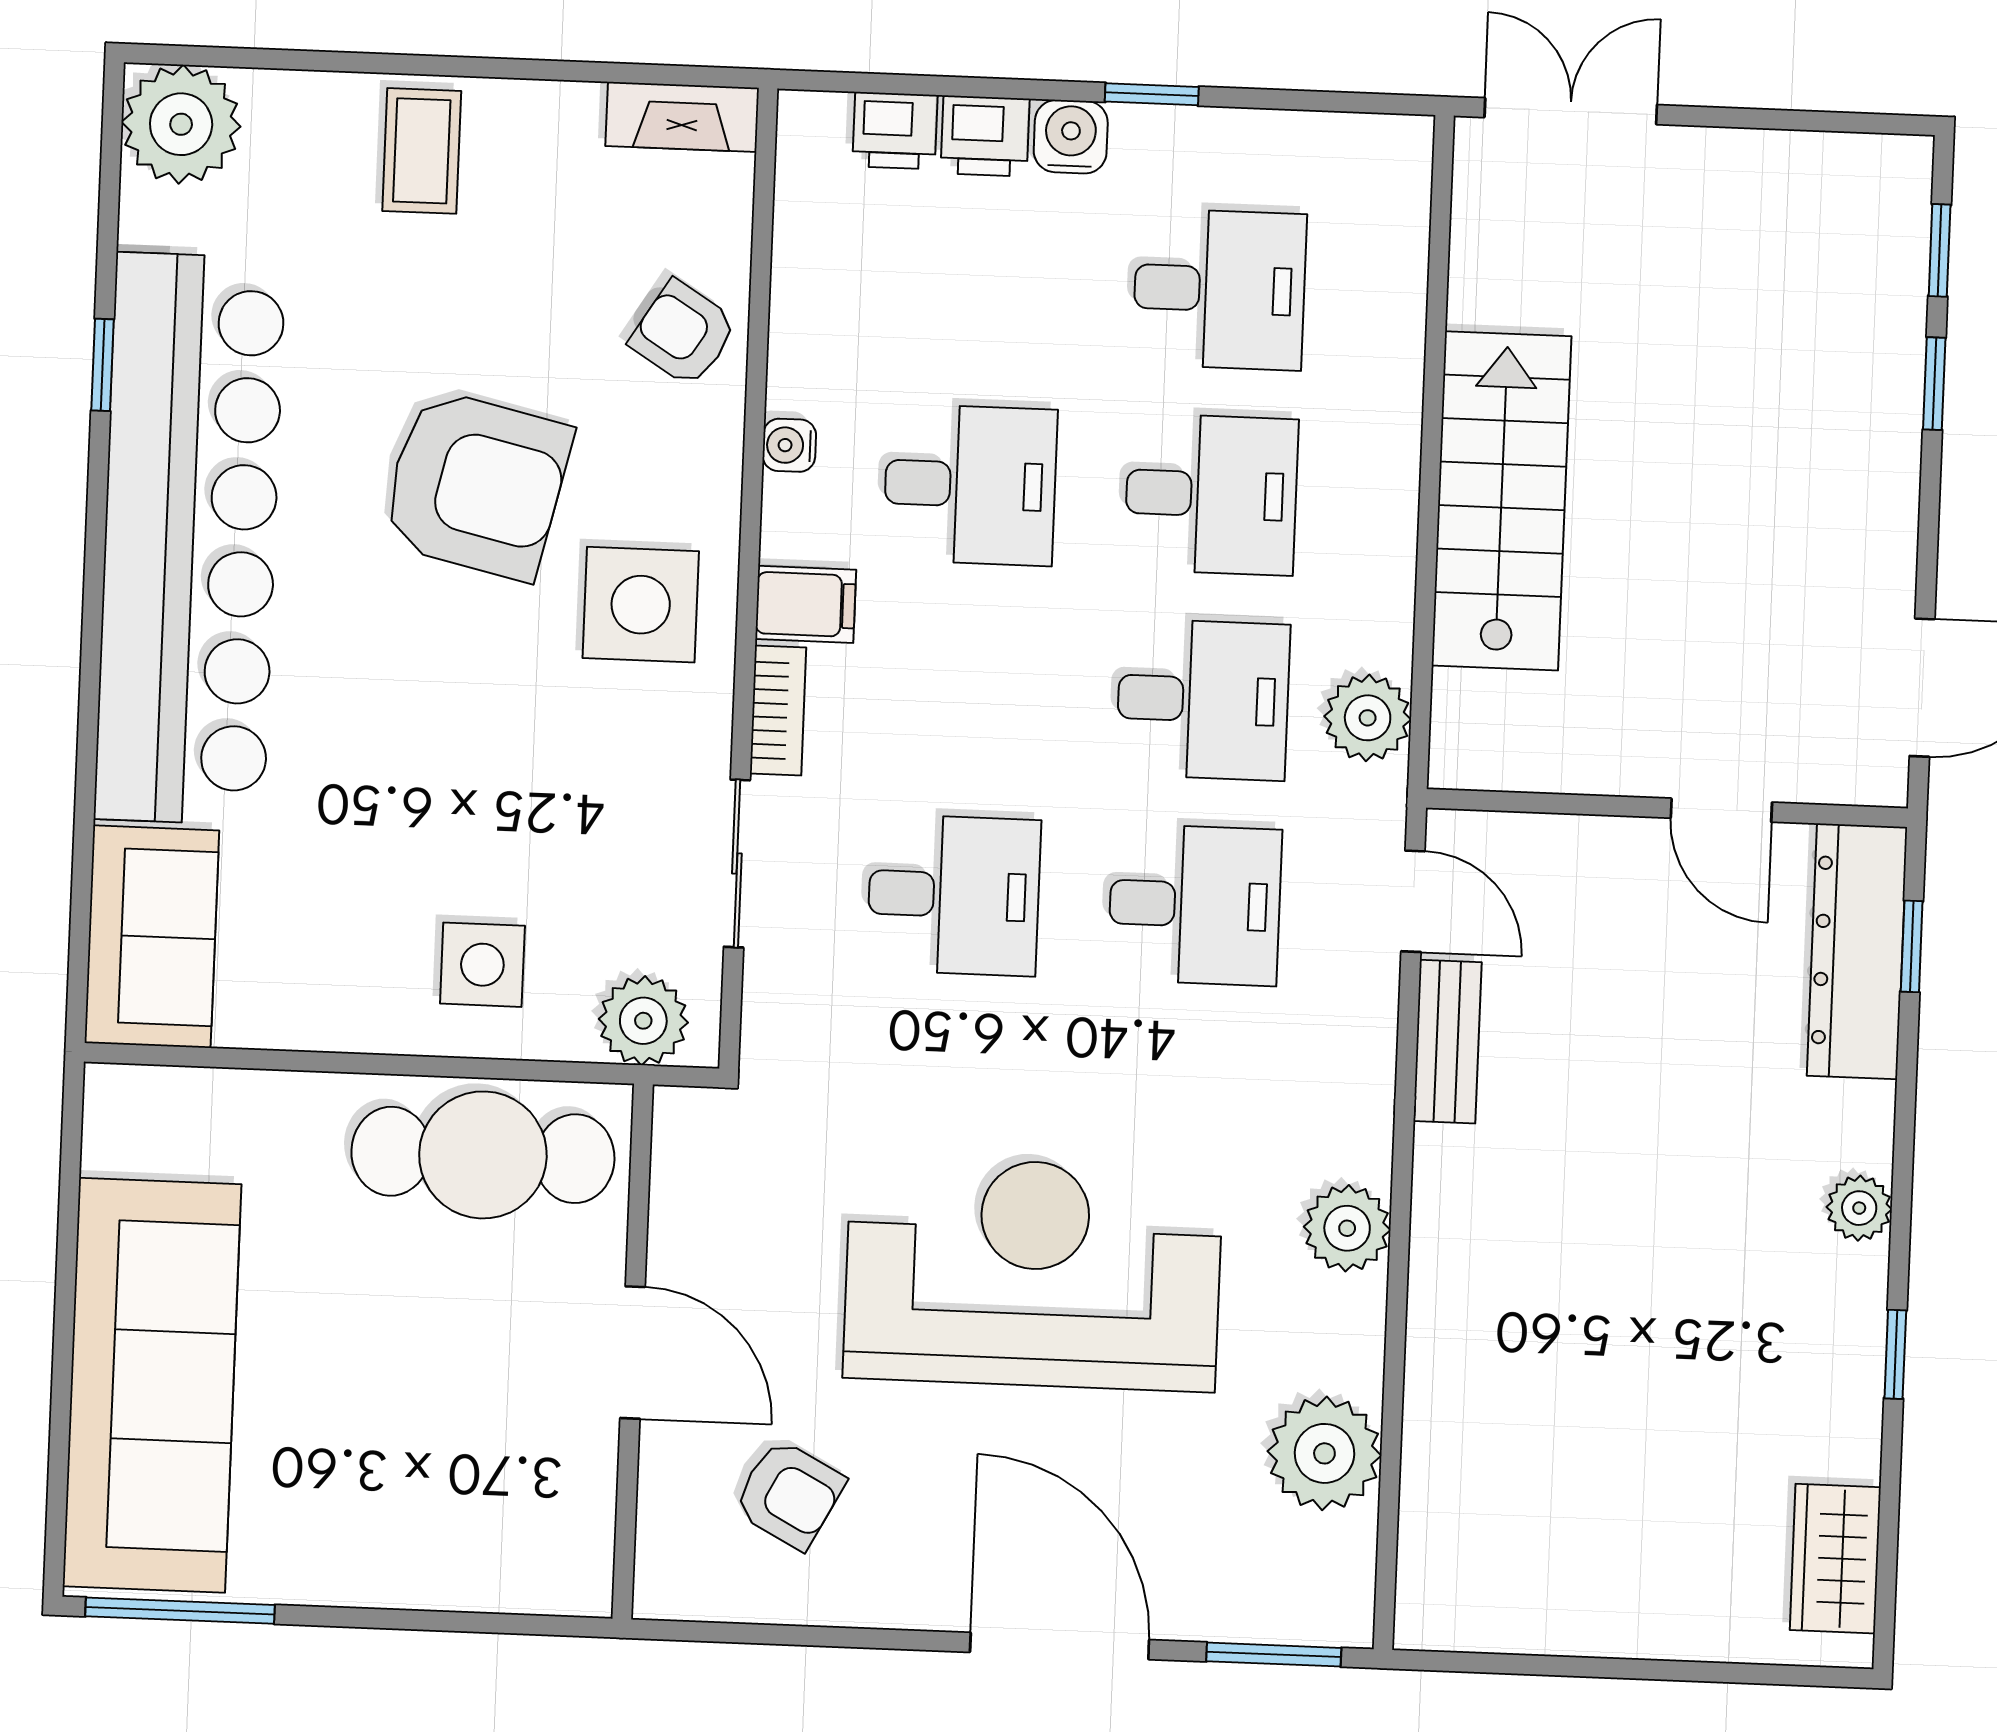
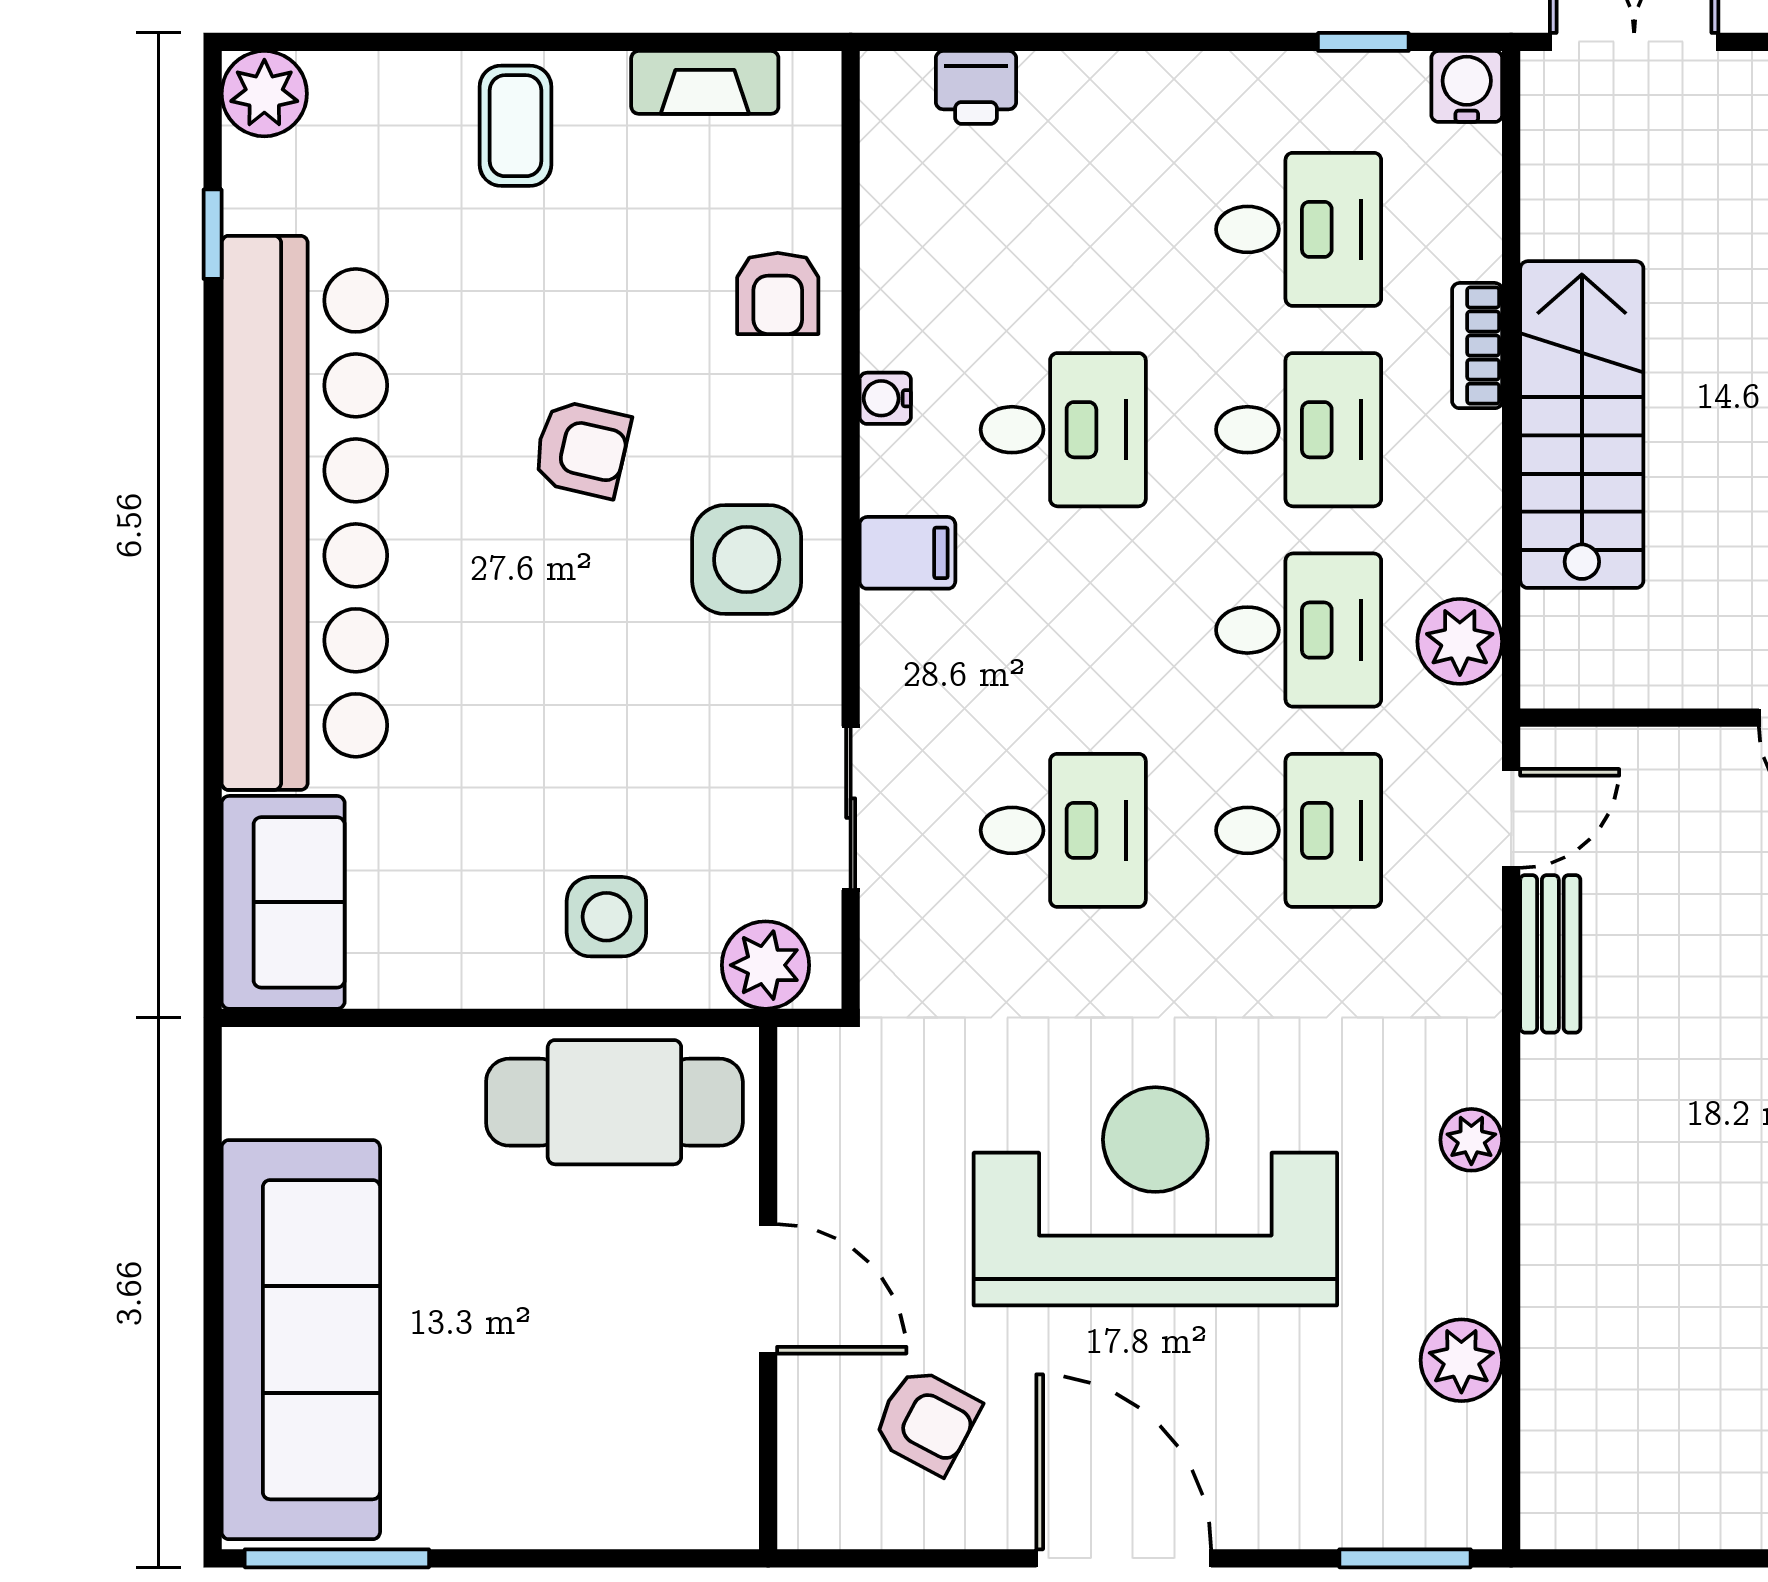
window: (1152, 94) -> (1363, 42), moved
fireplace: (682, 117) -> (705, 82), moved
plant: (181, 124) -> (264, 94), width x0.73, depth x0.73
printer: (985, 136) -> (1064, 89), removed
water cooler: (1071, 137) -> (1467, 86), moved
armchair: (683, 333) -> (778, 293), turned -122
window: (102, 365) -> (213, 234), moved
armchair: (476, 485) -> (582, 449), width x0.53, depth x0.53
bookcase: (778, 711) -> (1477, 346), moved, turned 180
door: (1413, 901) -> (1511, 818), hinge flipped
plant: (1347, 1228) -> (1471, 1140), width x0.73, depth x0.73
plant: (1324, 1453) -> (1461, 1360), width x0.73, depth x0.73
door: (1060, 1646) -> (1124, 1558), moved

